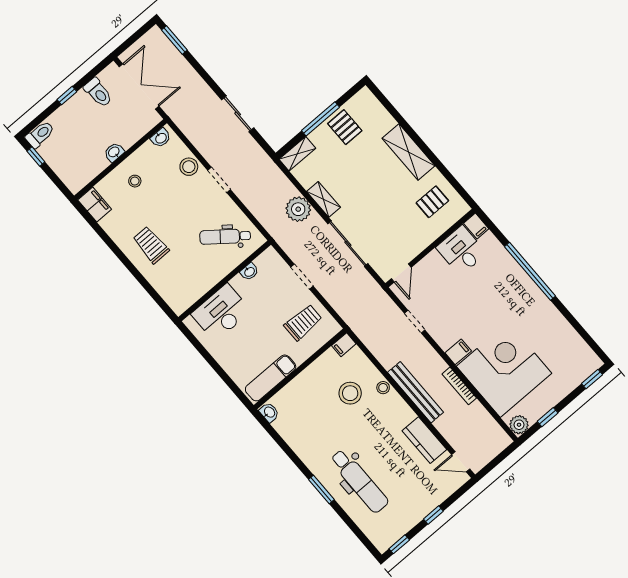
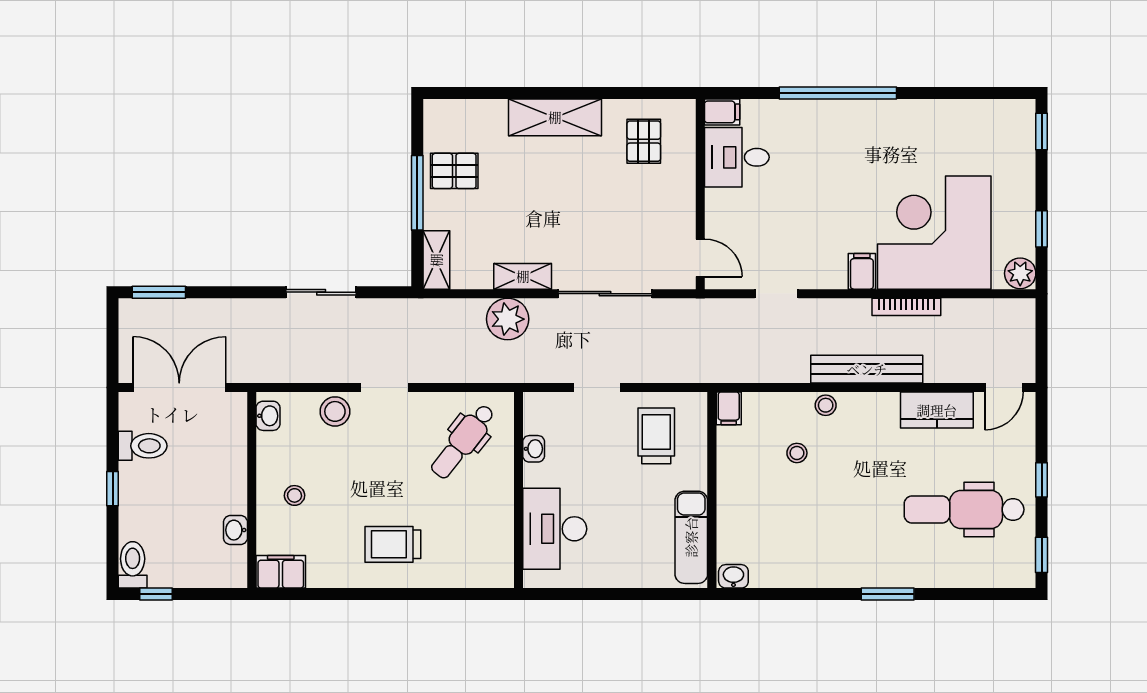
washbasin: (114, 152) -> (235, 530), moved
stool: (350, 393) -> (797, 453), width x0.53, depth x0.53
dental chair: (359, 481) -> (964, 510), moved, turned 180

